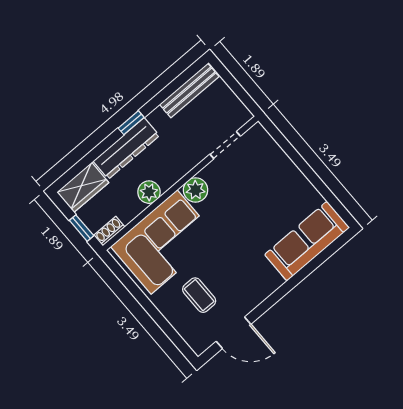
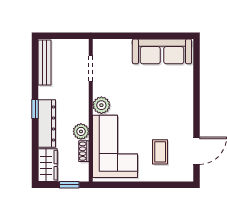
shoe rack: (109, 231) -> (84, 151), moved
sofa: (307, 241) -> (162, 51), moved, turned -90
coffee table: (199, 295) -> (160, 152), turned 90

